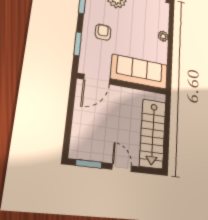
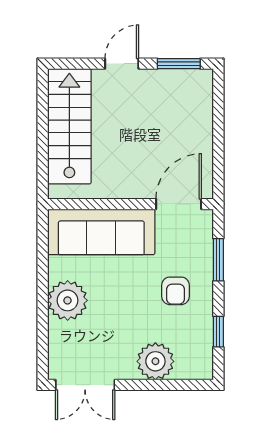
plant: (163, 36) -> (68, 300), width x1.88, depth x1.88
door: (122, 168) -> (122, 64), swing flipped

